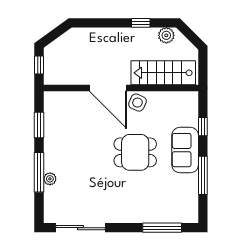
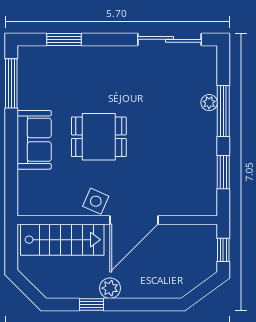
plant: (166, 35) -> (110, 288), moved
door: (108, 88) -> (134, 220), swing flipped
window: (203, 127) -> (11, 170), removed
window: (203, 175) -> (11, 83), moved
window: (162, 228) -> (64, 39), width x0.69

